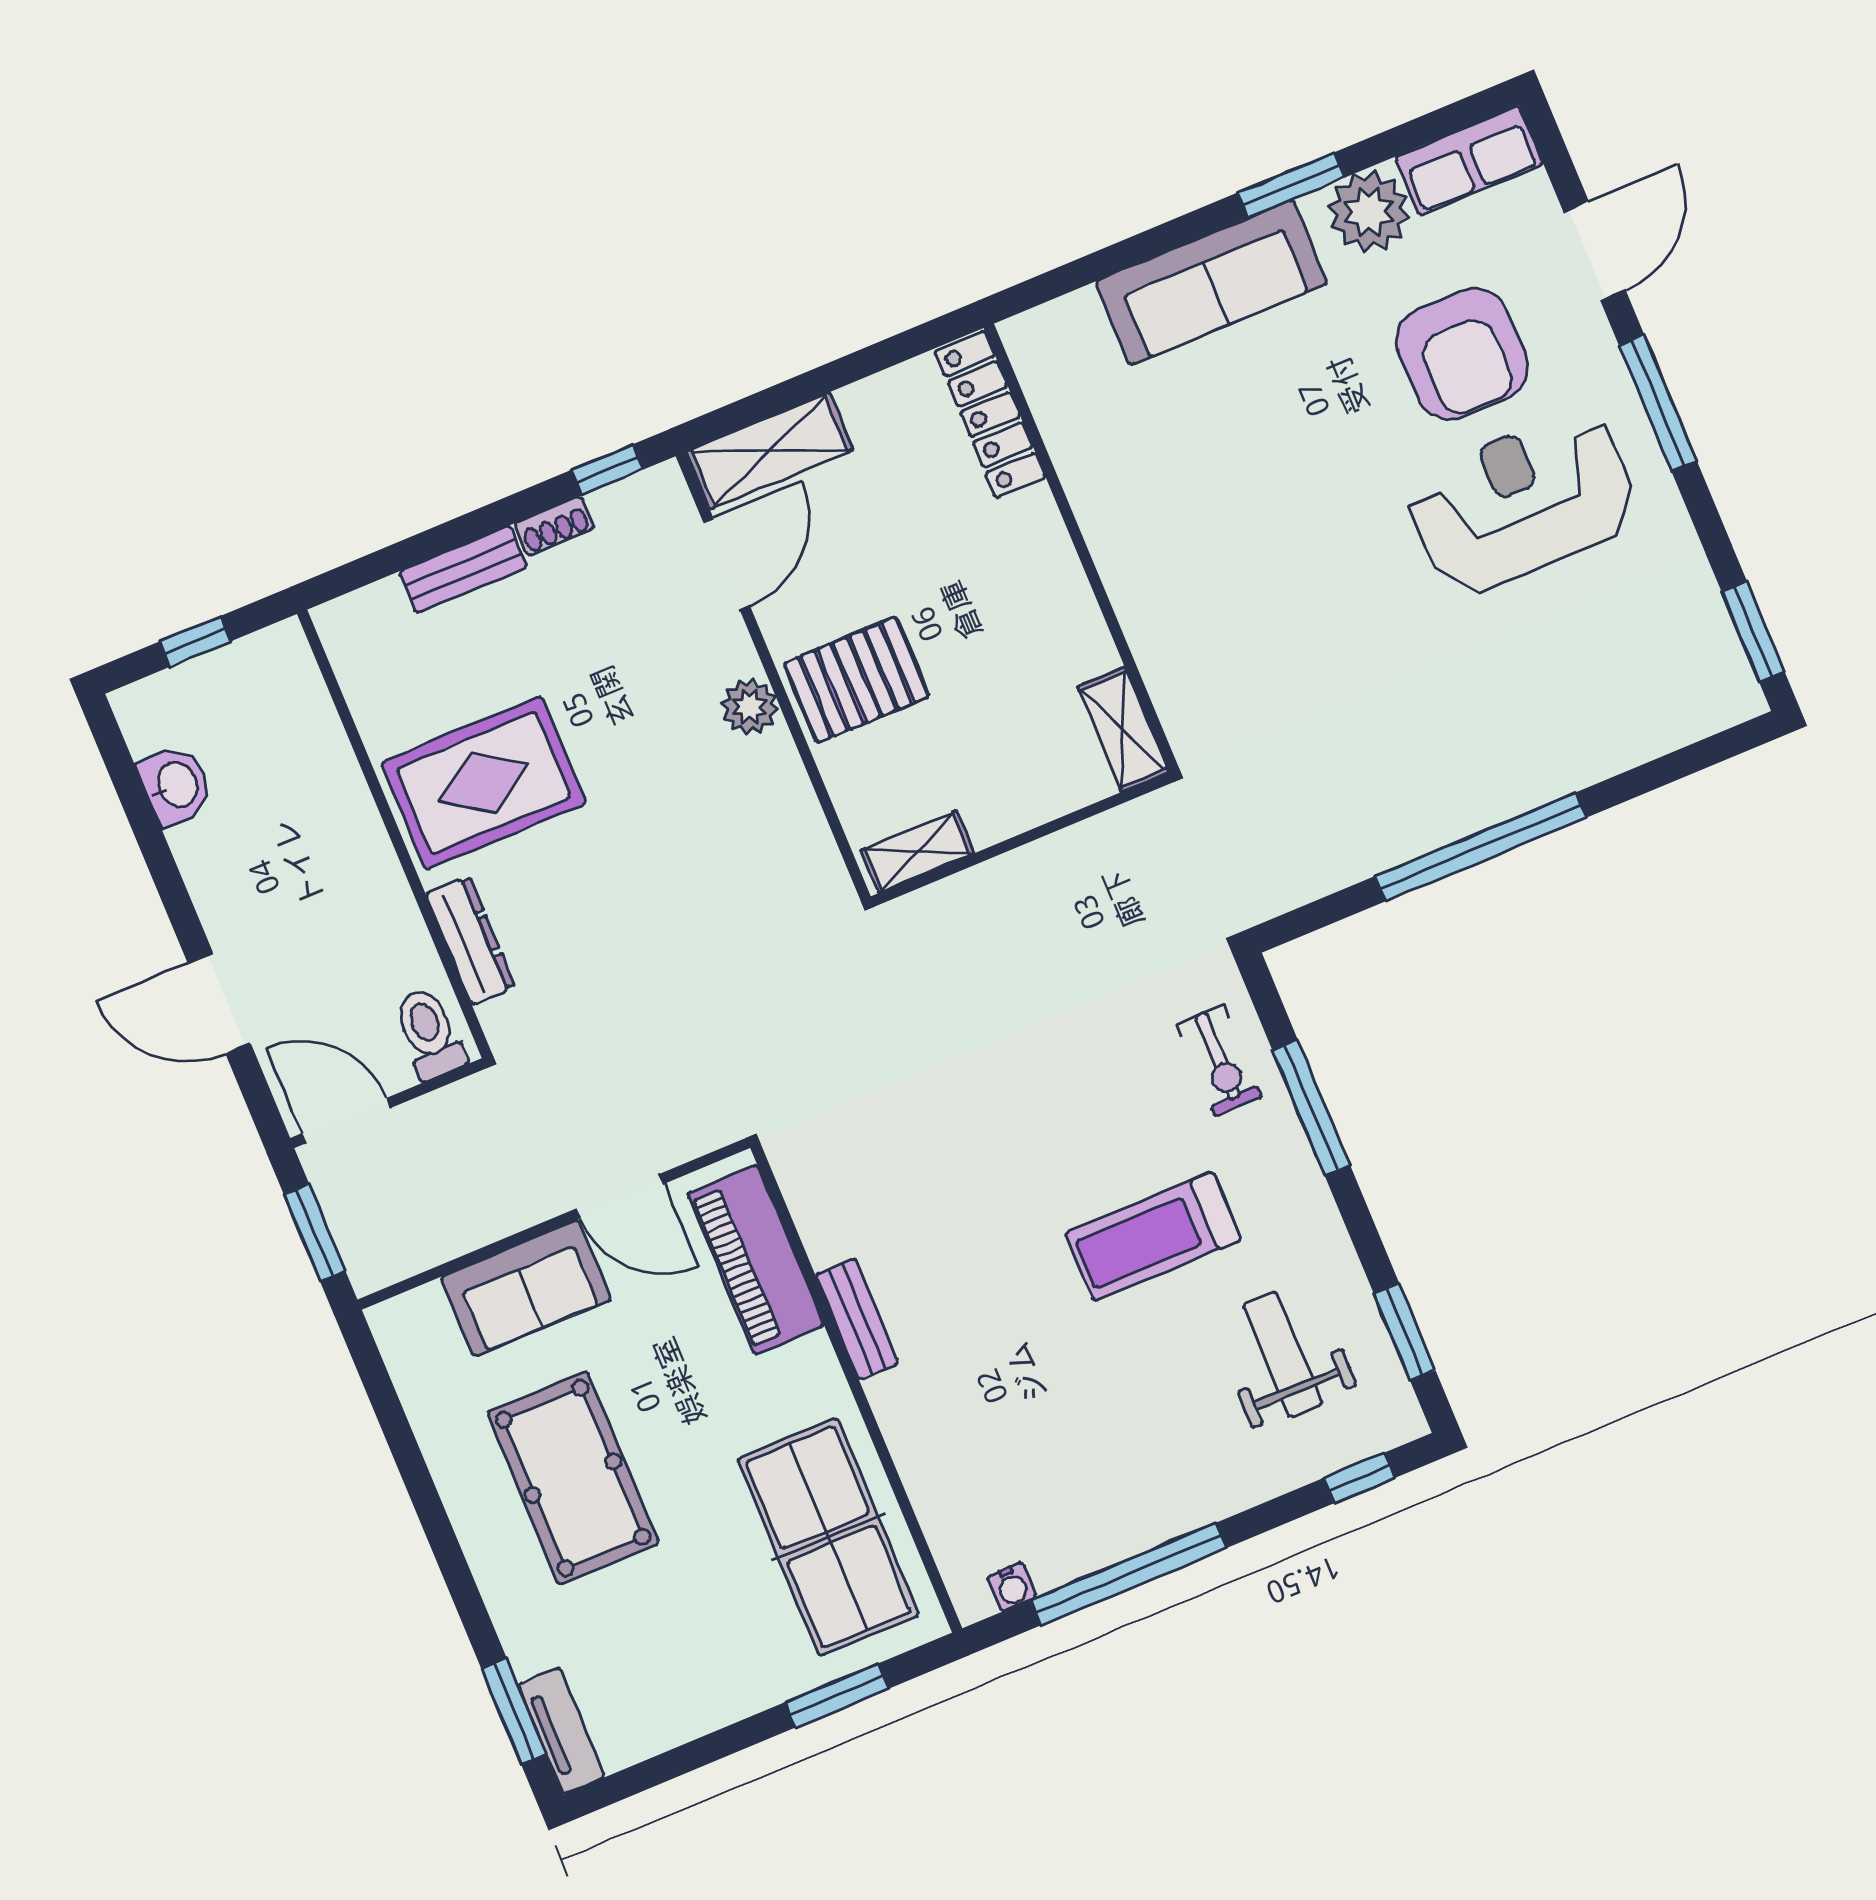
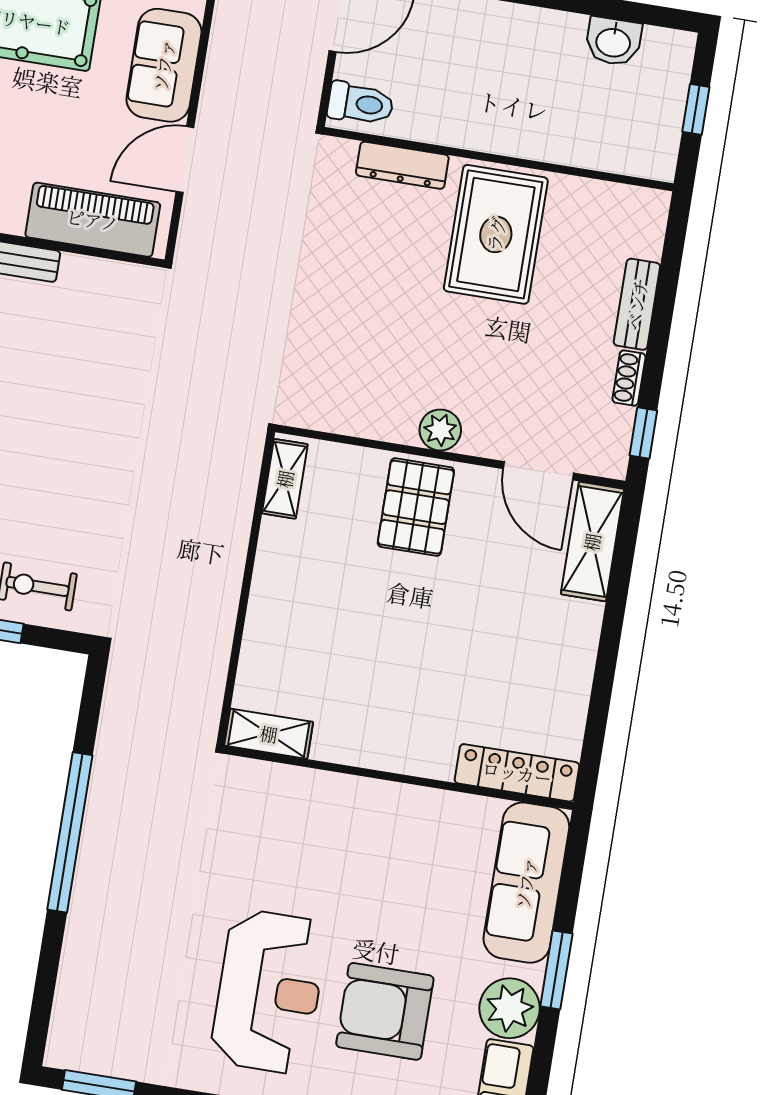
locker: (990, 414) -> (517, 773), moved
wall: (1081, 548) -> (398, 778), moved
shelving: (1123, 729) -> (269, 734), moved

